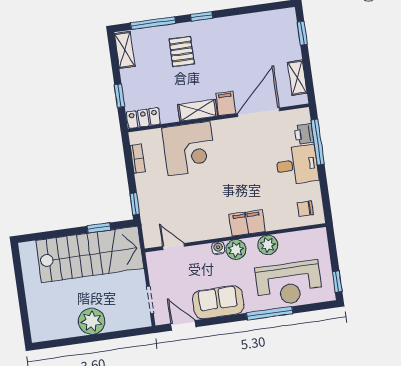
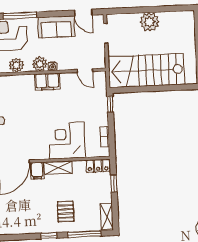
filing cabinet: (247, 223) -> (47, 82), moved
window: (99, 228) -> (138, 89), removed

